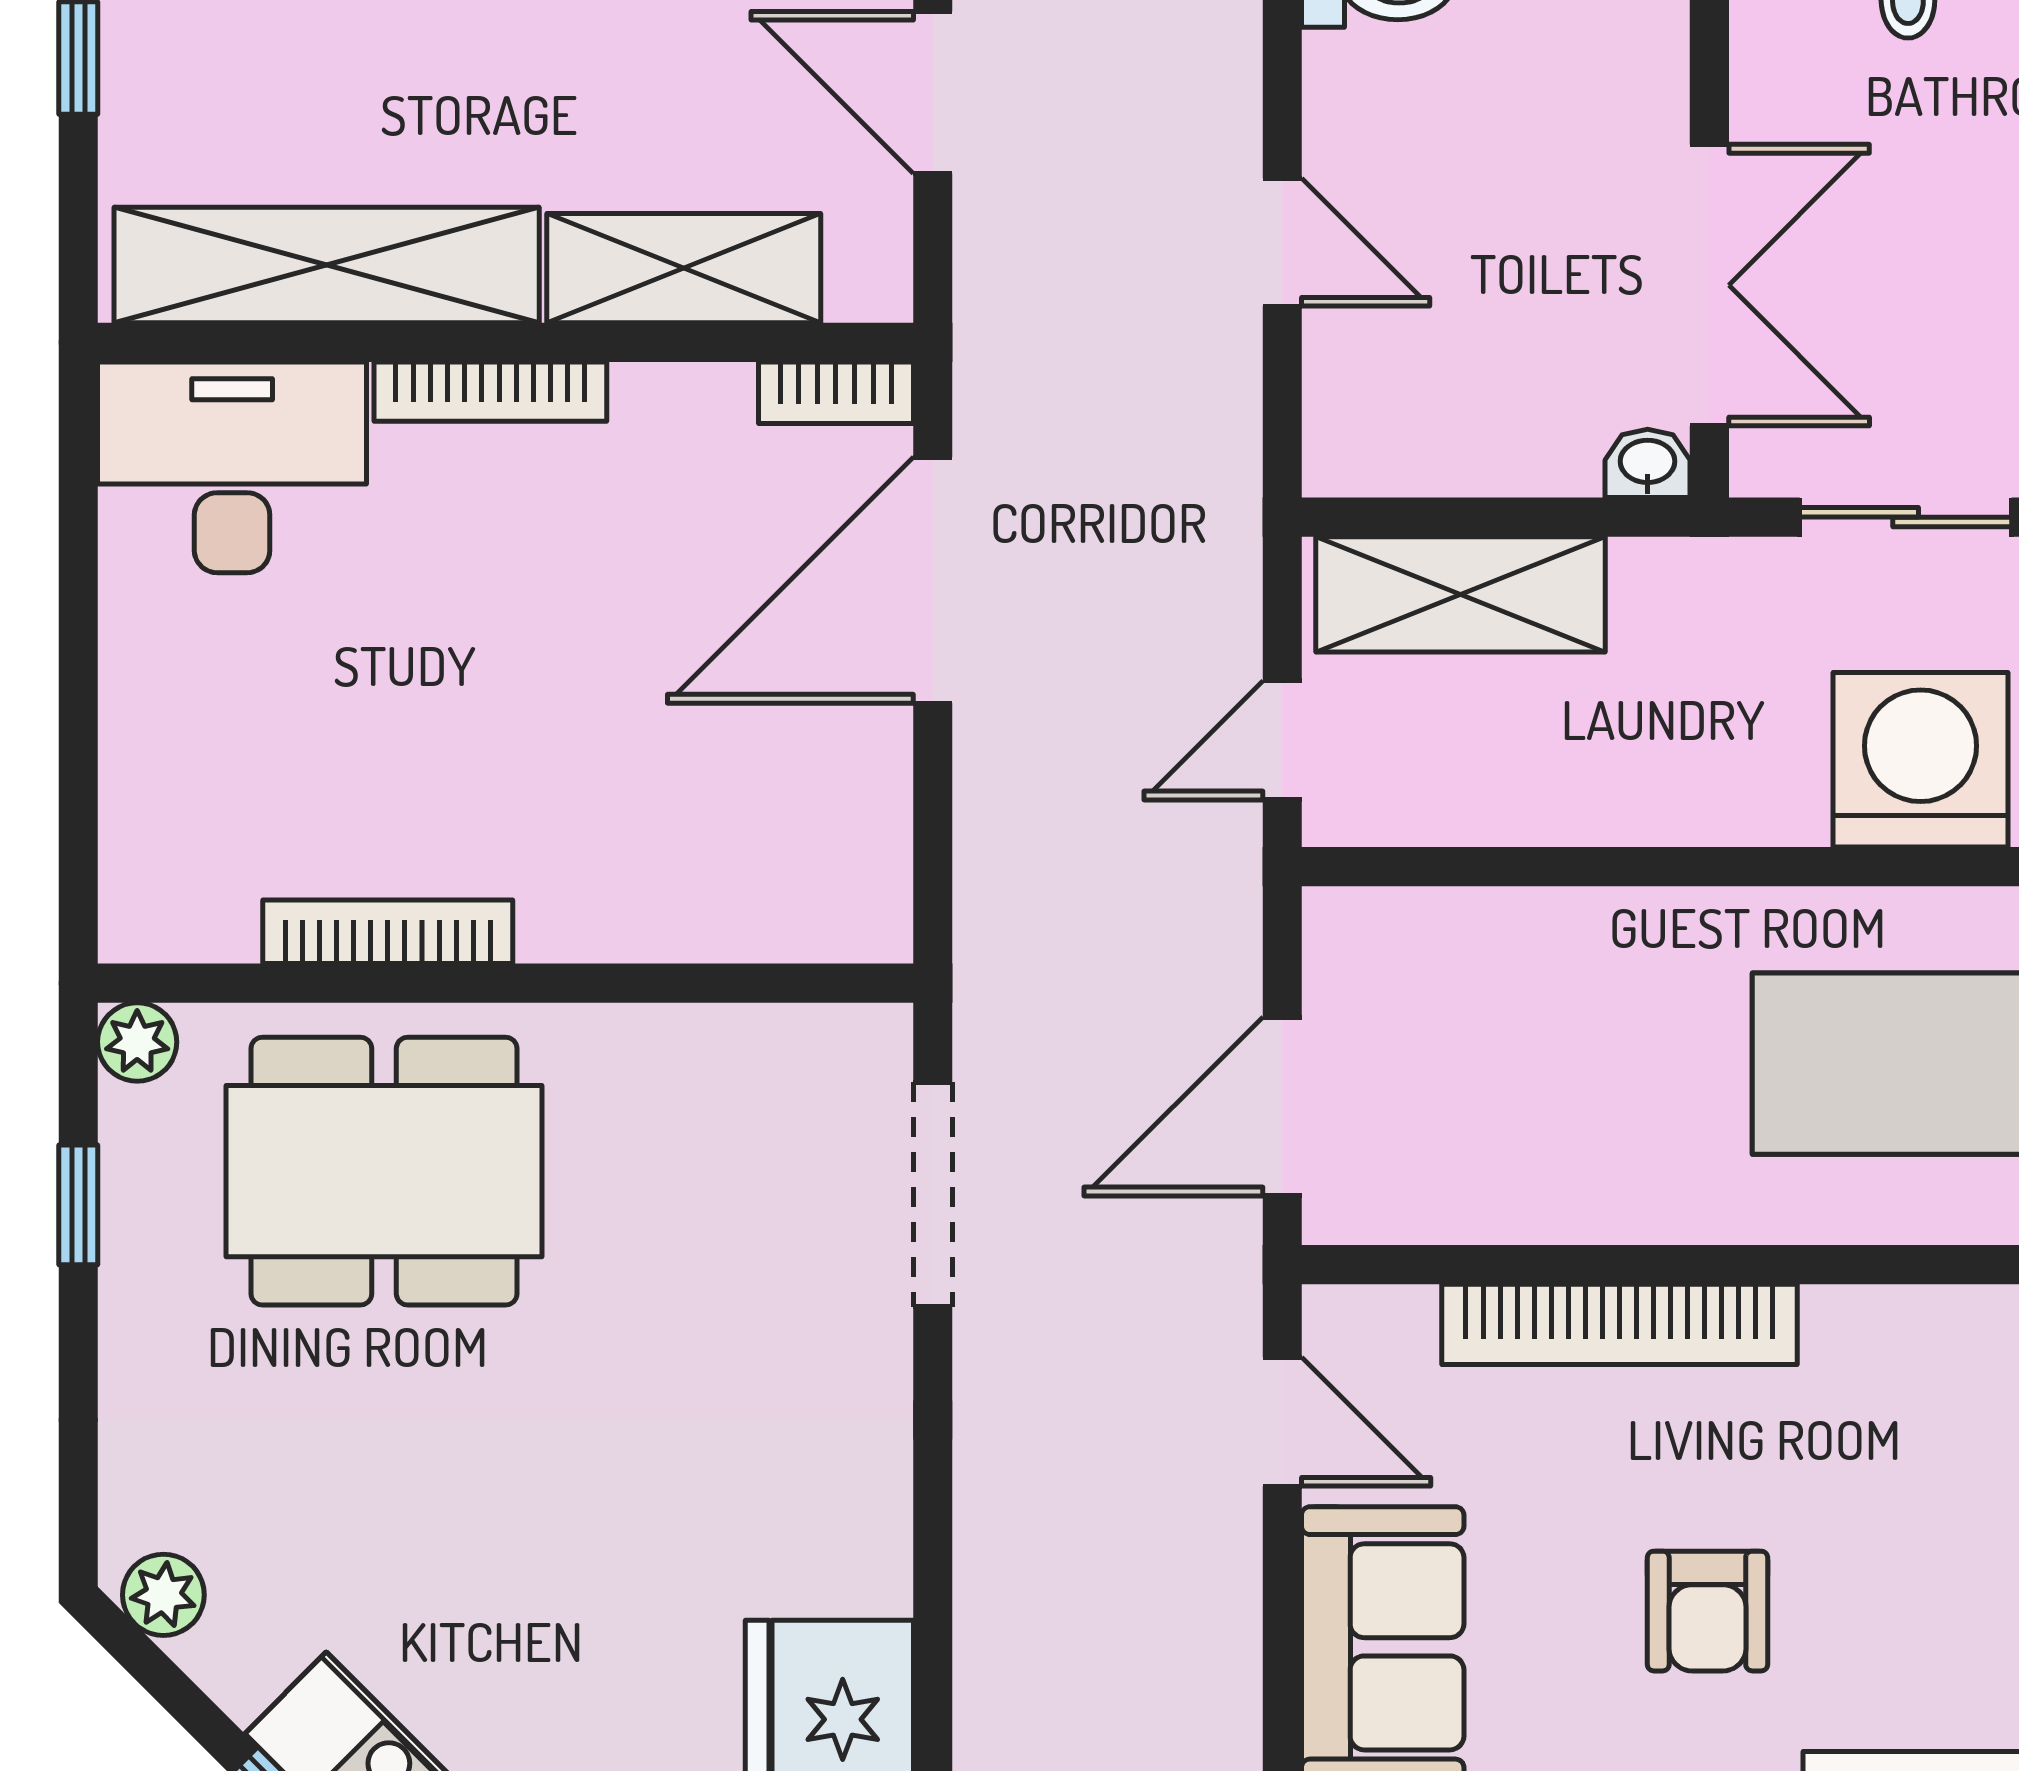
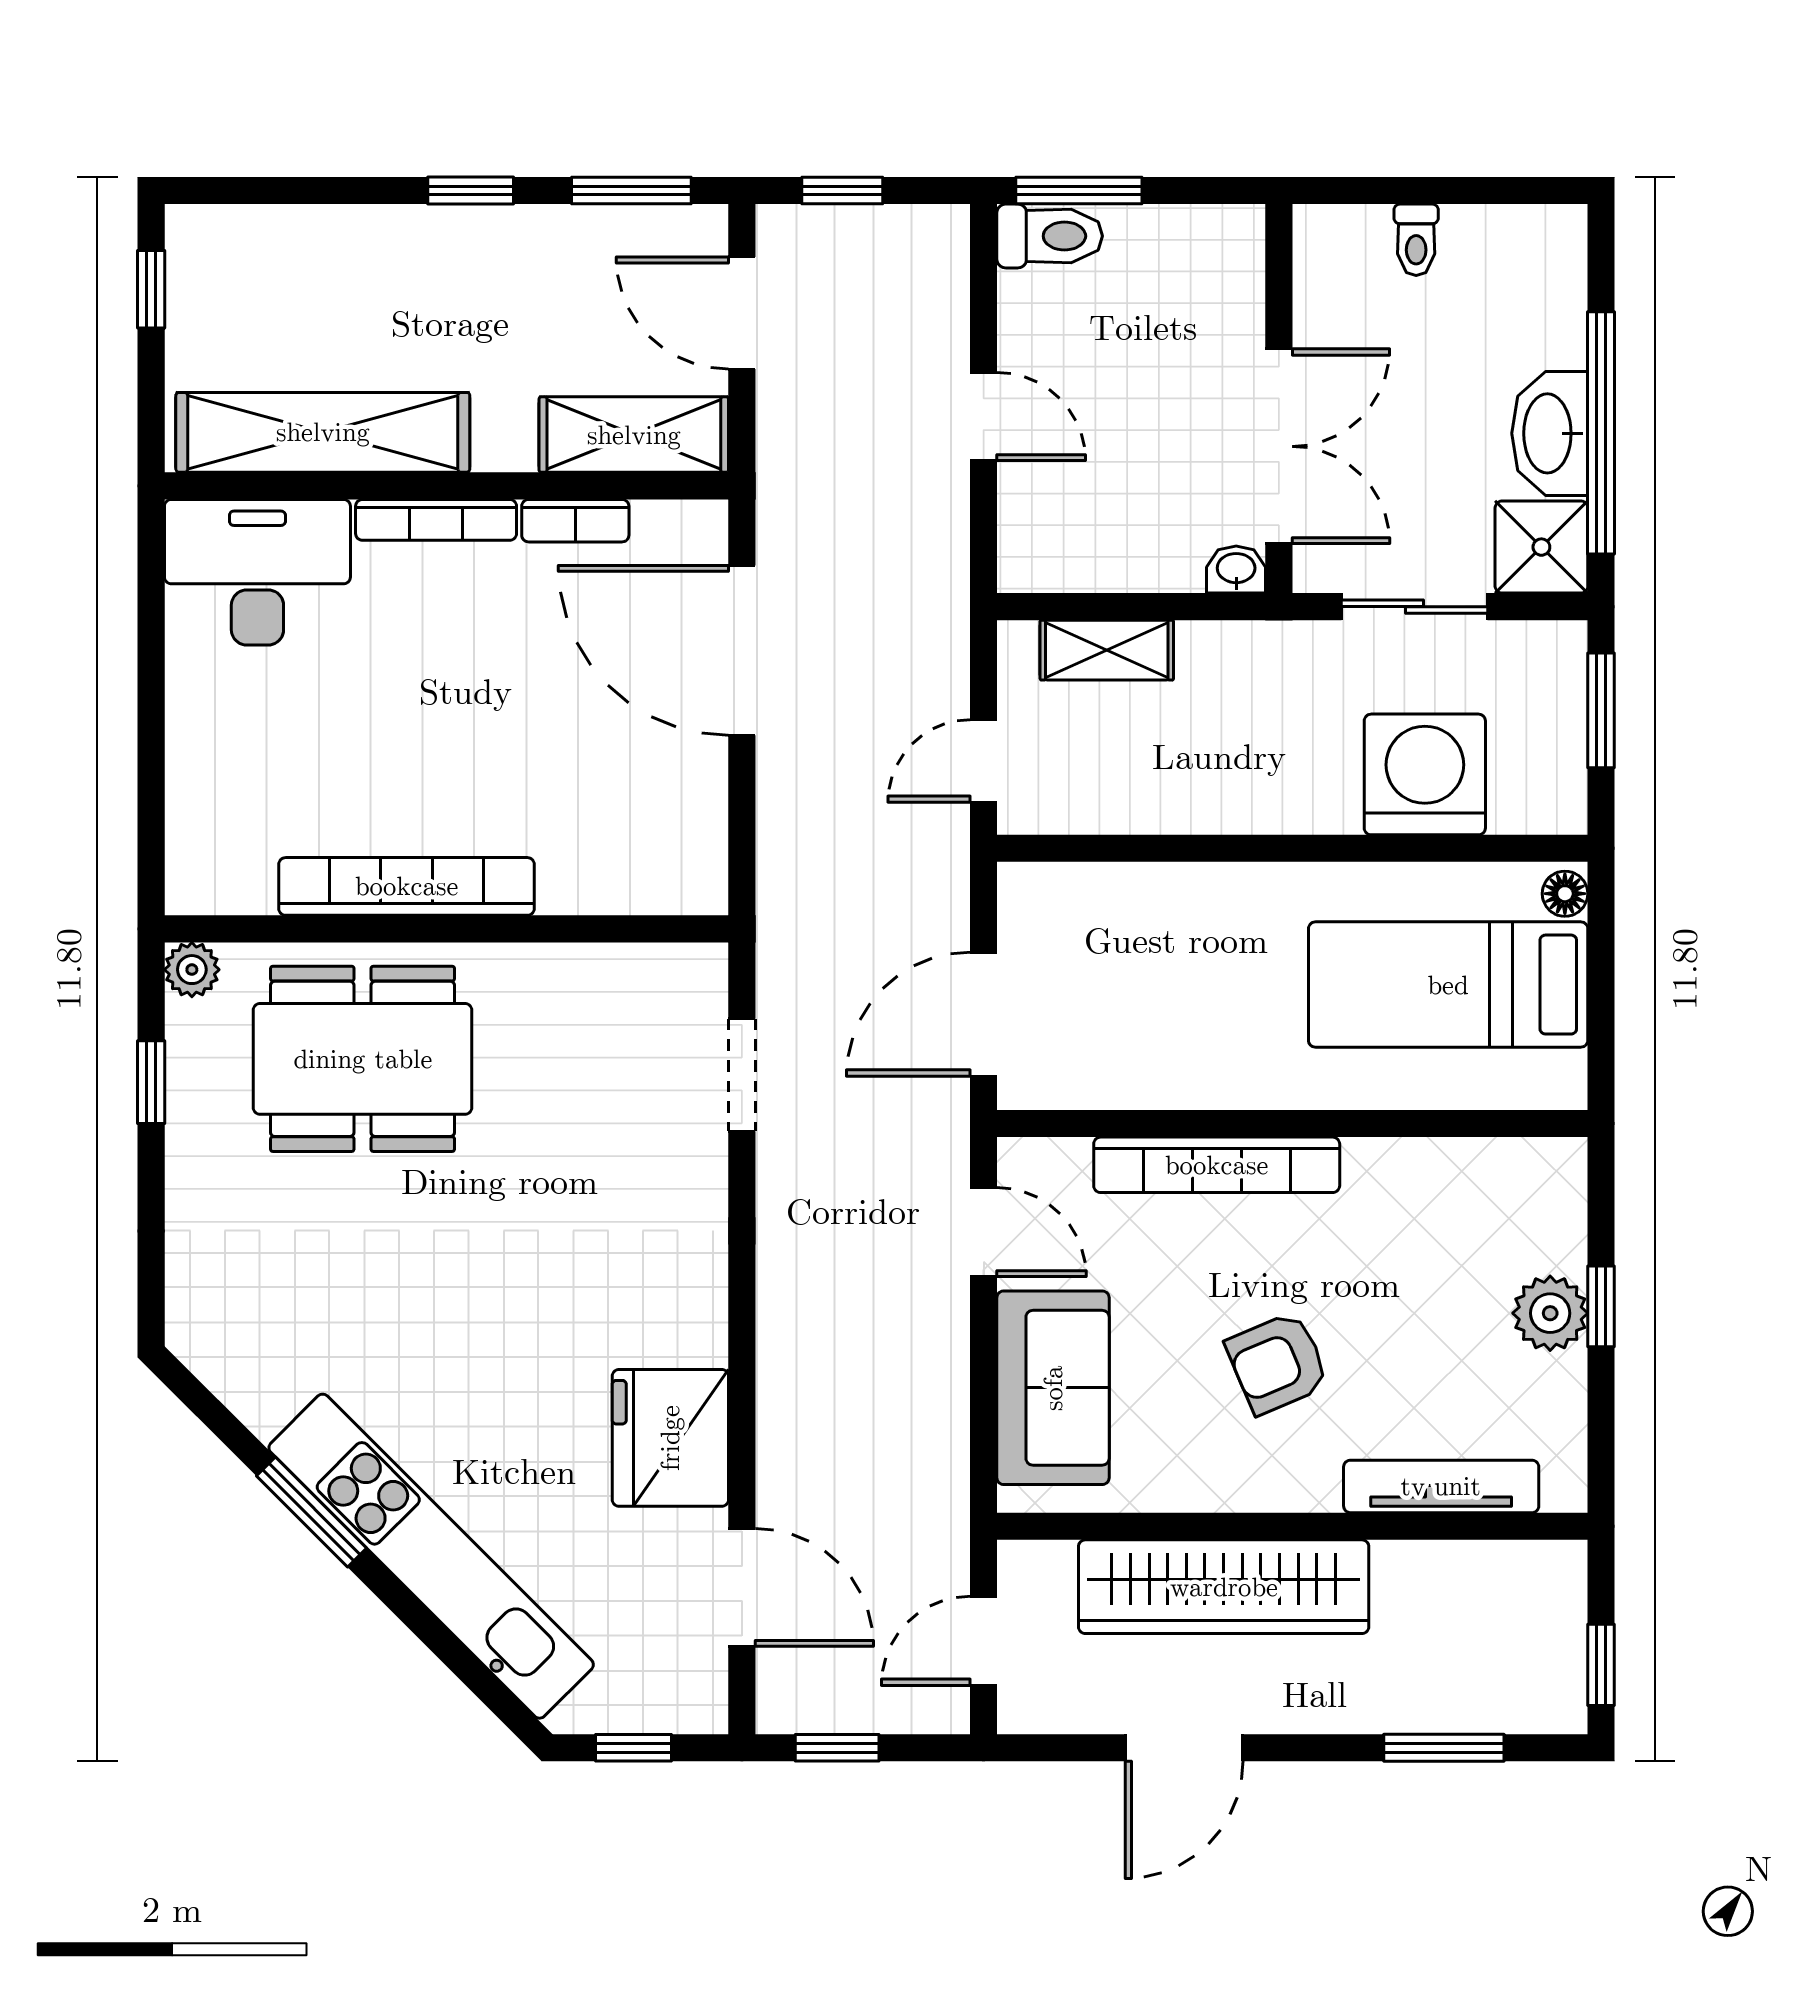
shelving: (684, 268) -> (634, 435), moved
bookcase: (836, 393) -> (575, 521), moved
door: (933, 580) -> (742, 650), hinge flipped
shelving: (1461, 594) -> (1107, 650), width x0.67, depth x0.75
bookcase: (388, 932) -> (407, 886), width x1.48, depth x1.31
doorway: (933, 1195) -> (742, 1075), width x0.73
plant: (163, 1595) -> (210, 1352), removed
armchair: (1707, 1611) -> (1278, 1363), turned 67

